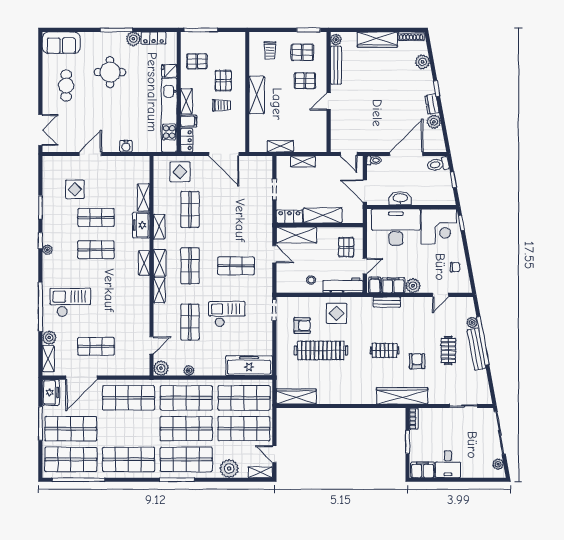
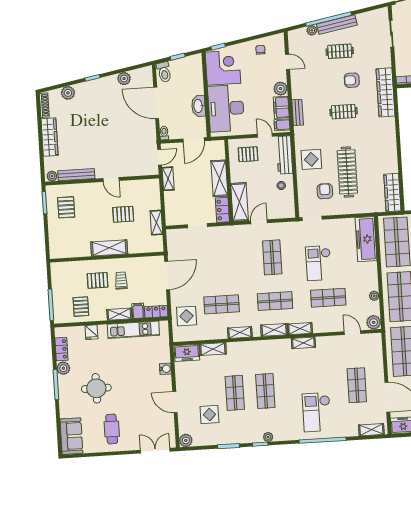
trolley: (270, 50) -> (66, 238), removed
pallet: (305, 81) -> (123, 214), moved, turned 90
cafe table: (66, 86) -> (112, 429), turned 90
dresser: (432, 104) -> (107, 81), removed
kitchen unit: (169, 115) -> (133, 330), width x0.73
shelving: (303, 161) -> (168, 179), moved
freezer: (141, 225) -> (187, 353), moved
shelving: (144, 263) -> (303, 343), moved
plant: (49, 338) -> (186, 440), moved
clothes rail: (385, 350) -> (344, 112), turned 90

